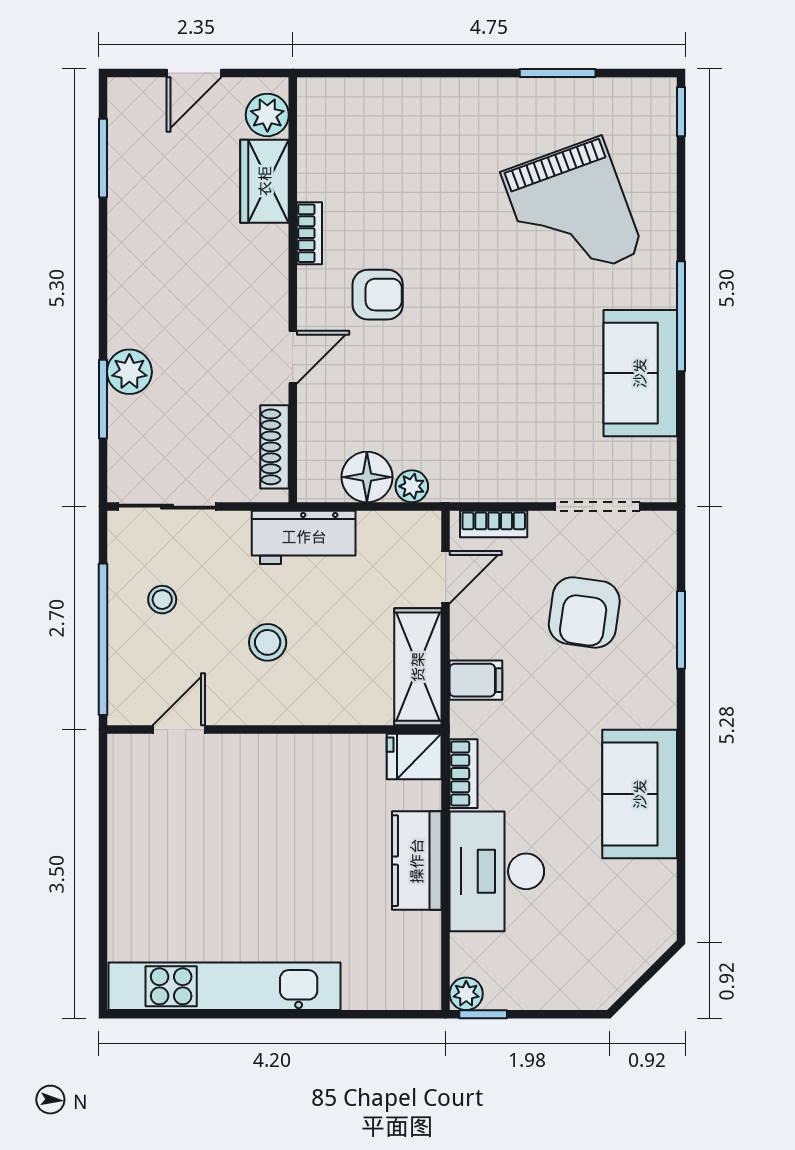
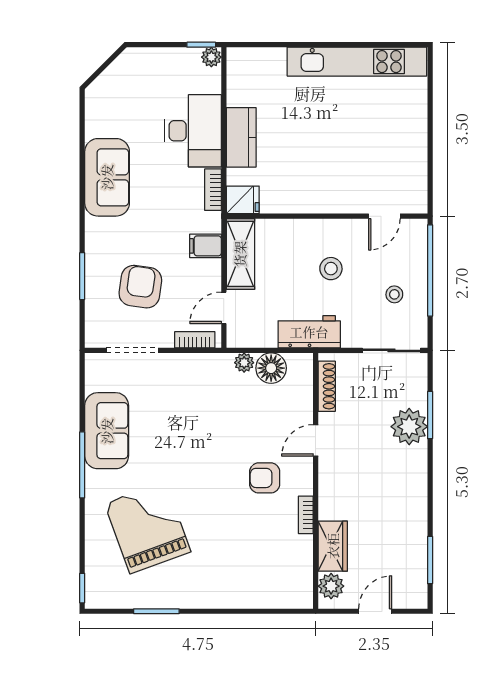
plant: (129, 372) -> (409, 427), width x1.36, depth x1.36

